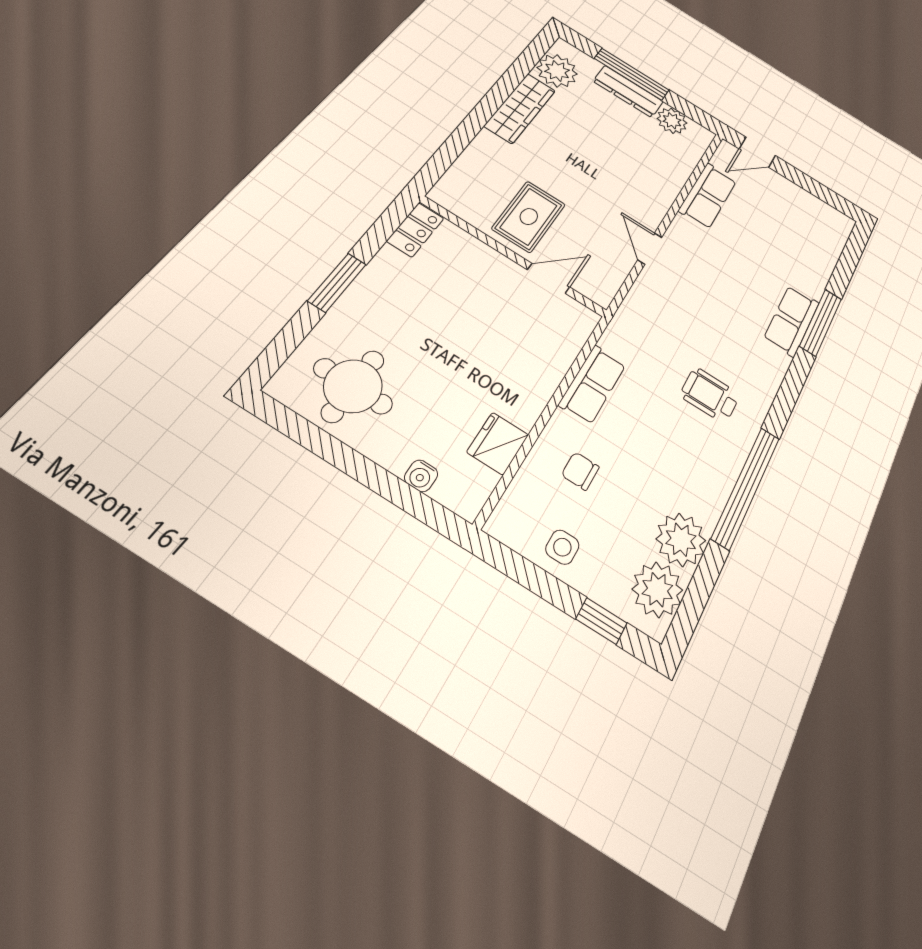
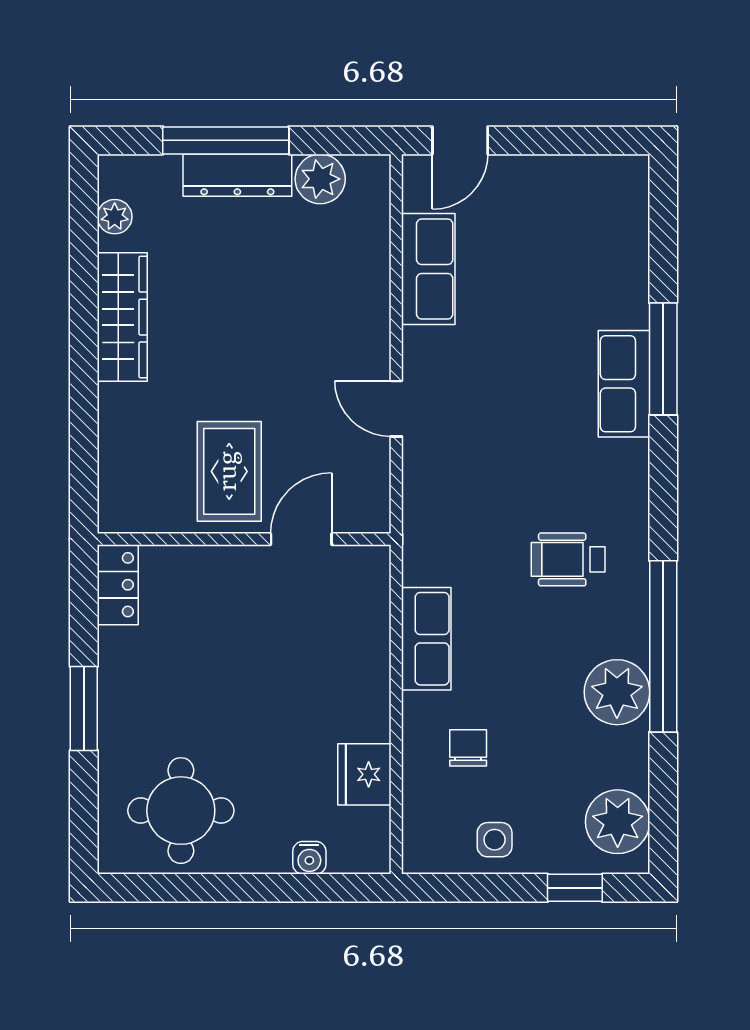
plant: (557, 71) -> (115, 217), width x0.53, depth x0.53
chair: (580, 471) -> (468, 748), turned 90
plant: (681, 540) -> (617, 692), moved

